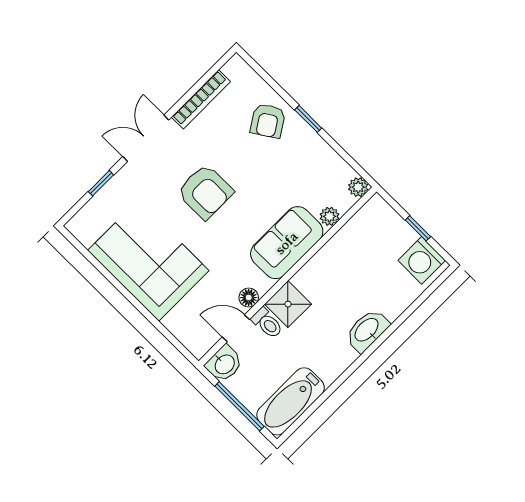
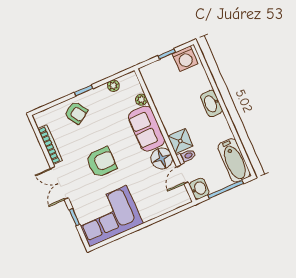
plant: (358, 187) -> (113, 86), moved
corner sofa: (148, 261) -> (108, 216), moved
floor lamp: (249, 298) -> (162, 158), width x1.89, depth x1.89

